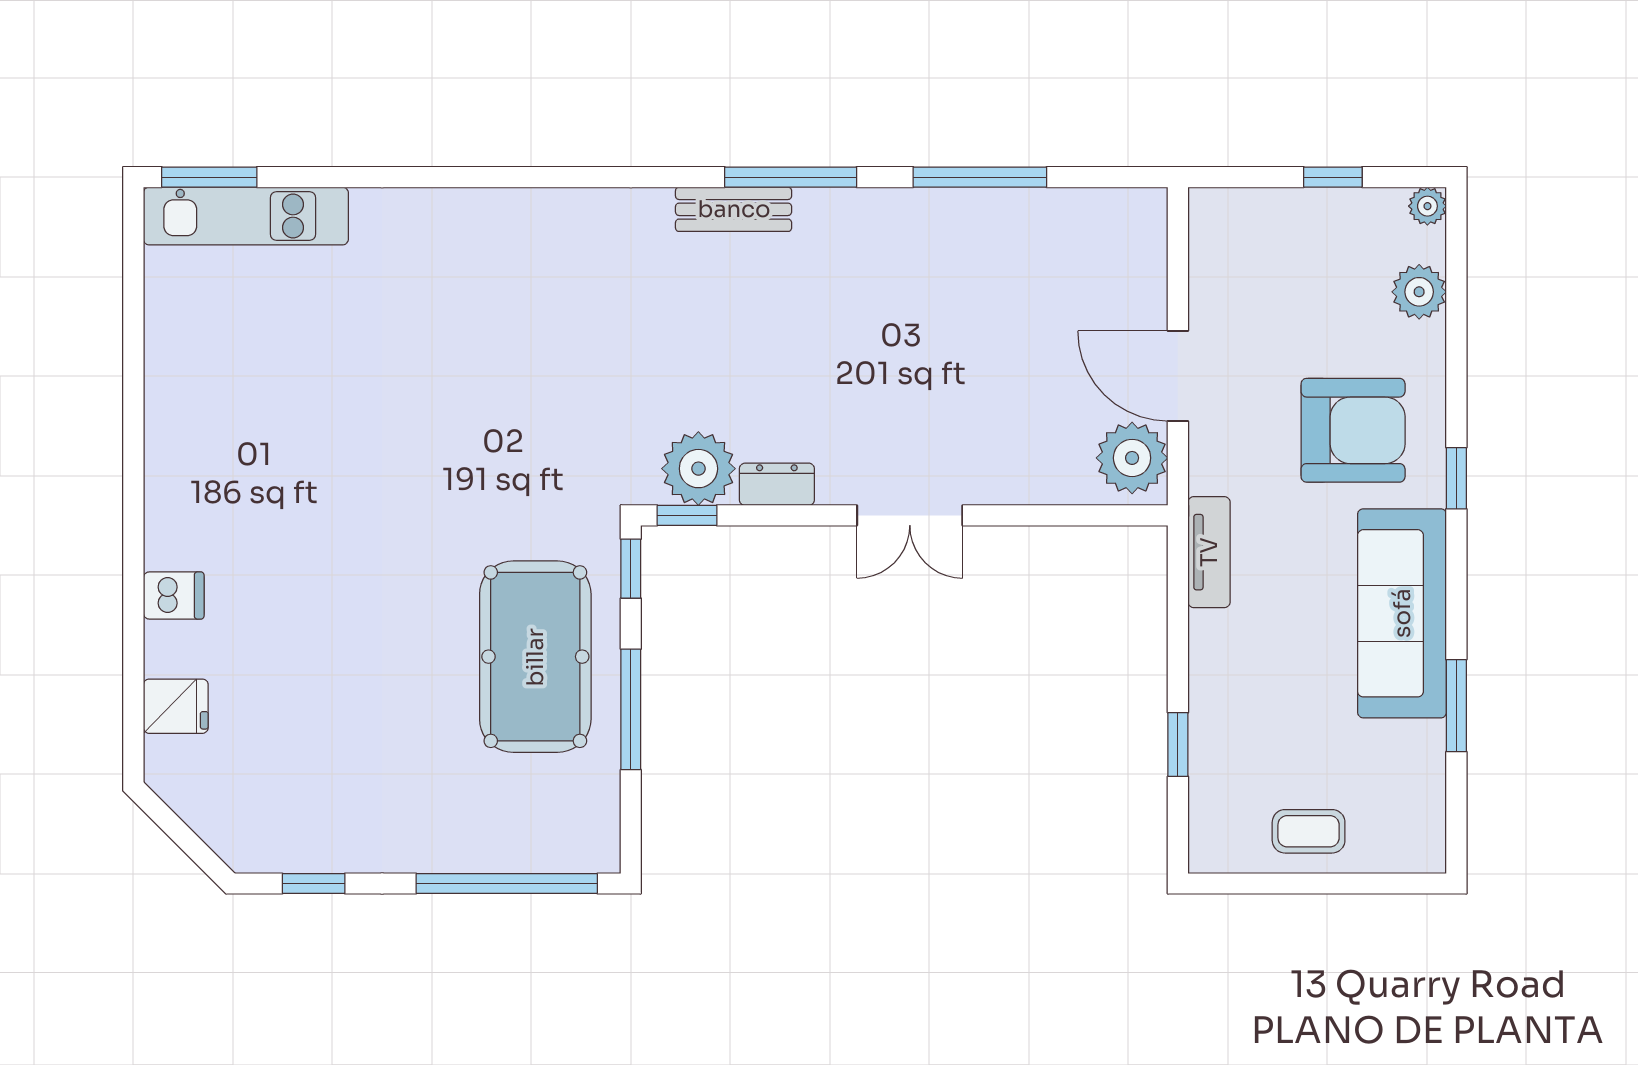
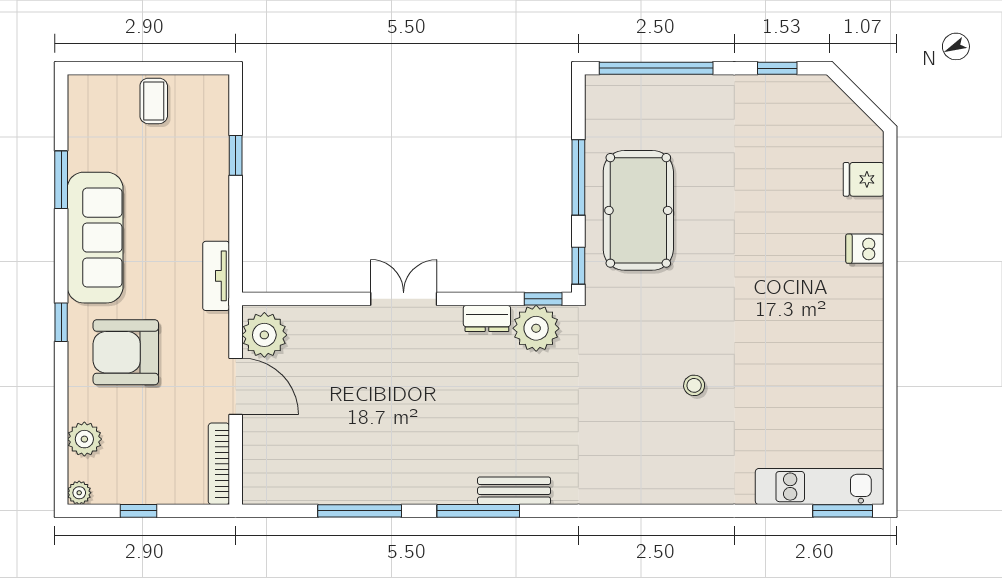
bookcase: (1205, 252) -> (219, 464), added
stool: (446, 377) -> (694, 385), added
coffee table: (1309, 831) -> (154, 101), turned 90

